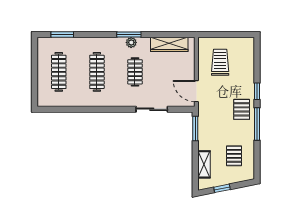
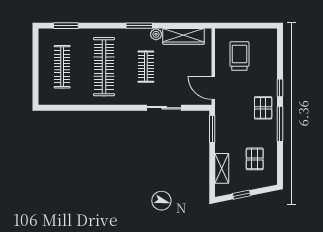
plant: (131, 42) -> (156, 34), moved
clothes rail: (97, 72) -> (104, 67), width x1.37, depth x1.31

